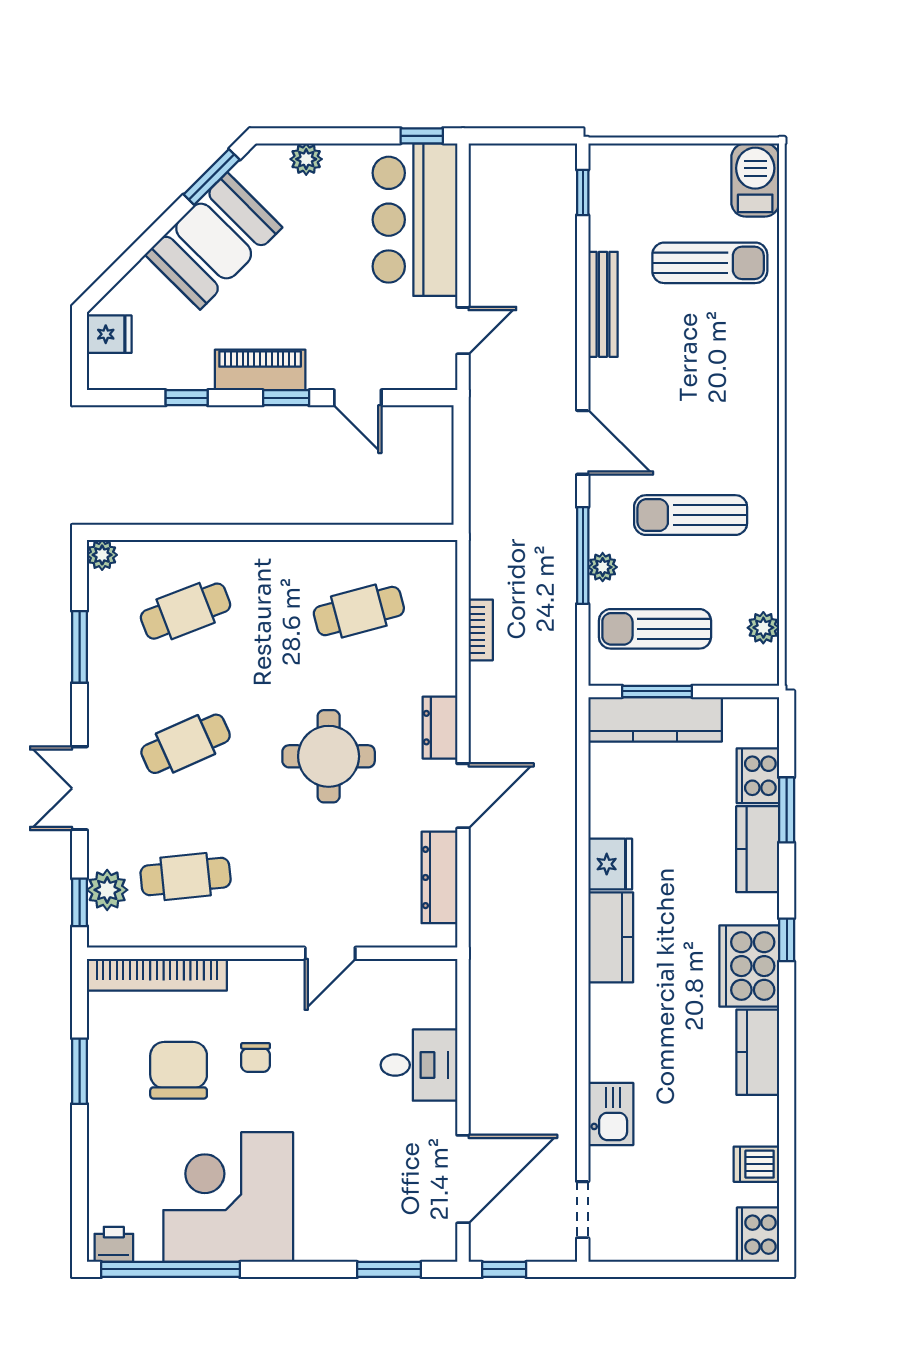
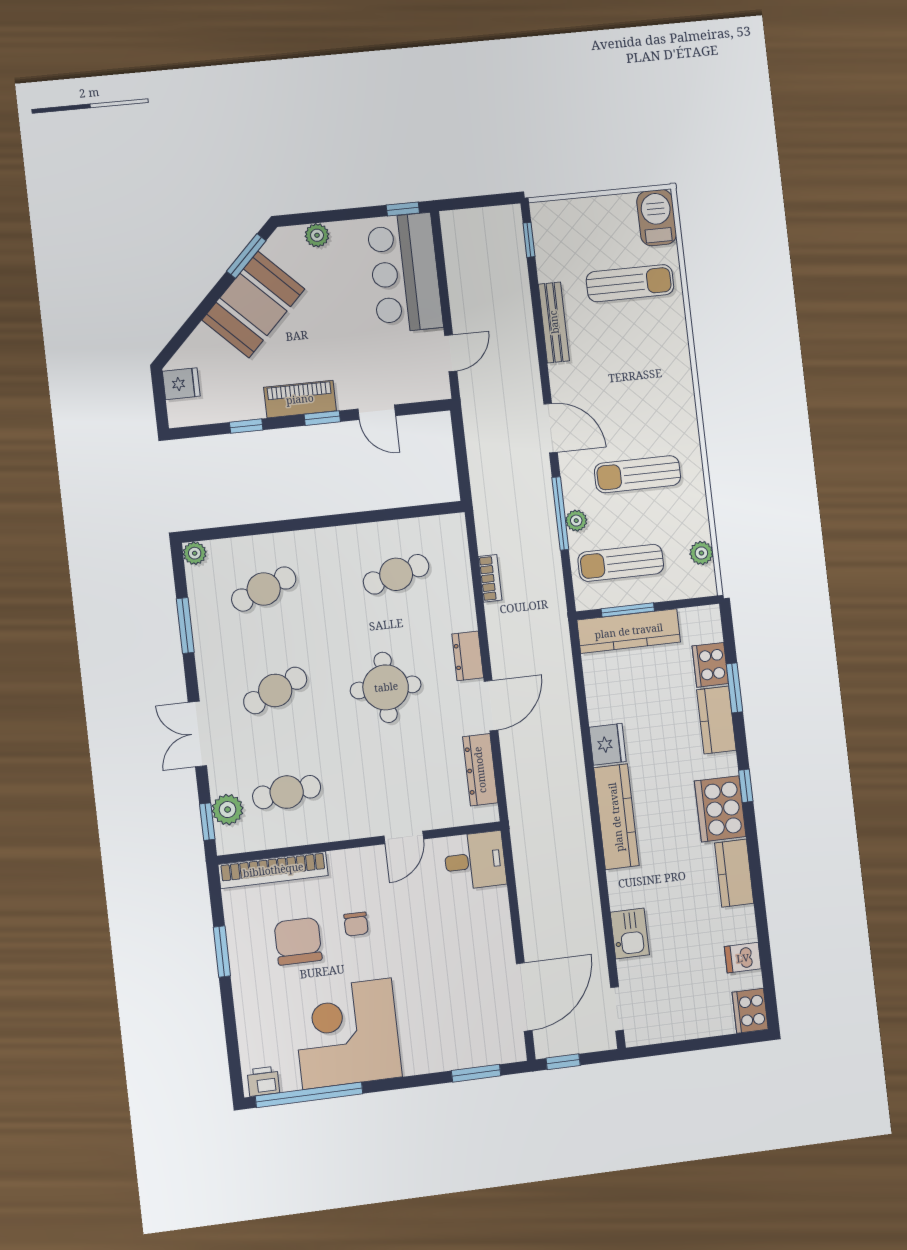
kitchen counter: (611, 937) -> (616, 817), width x1.50
desk: (419, 1065) -> (475, 861), moved

